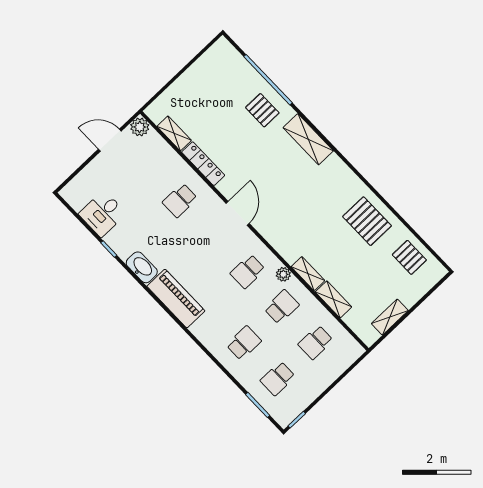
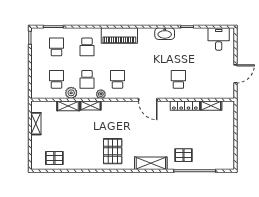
plant: (140, 127) -> (71, 93), moved
desk: (102, 214) -> (219, 39), moved
pallet: (367, 221) -> (113, 151), moved, turned 90
piano: (176, 299) -> (119, 36), moved

